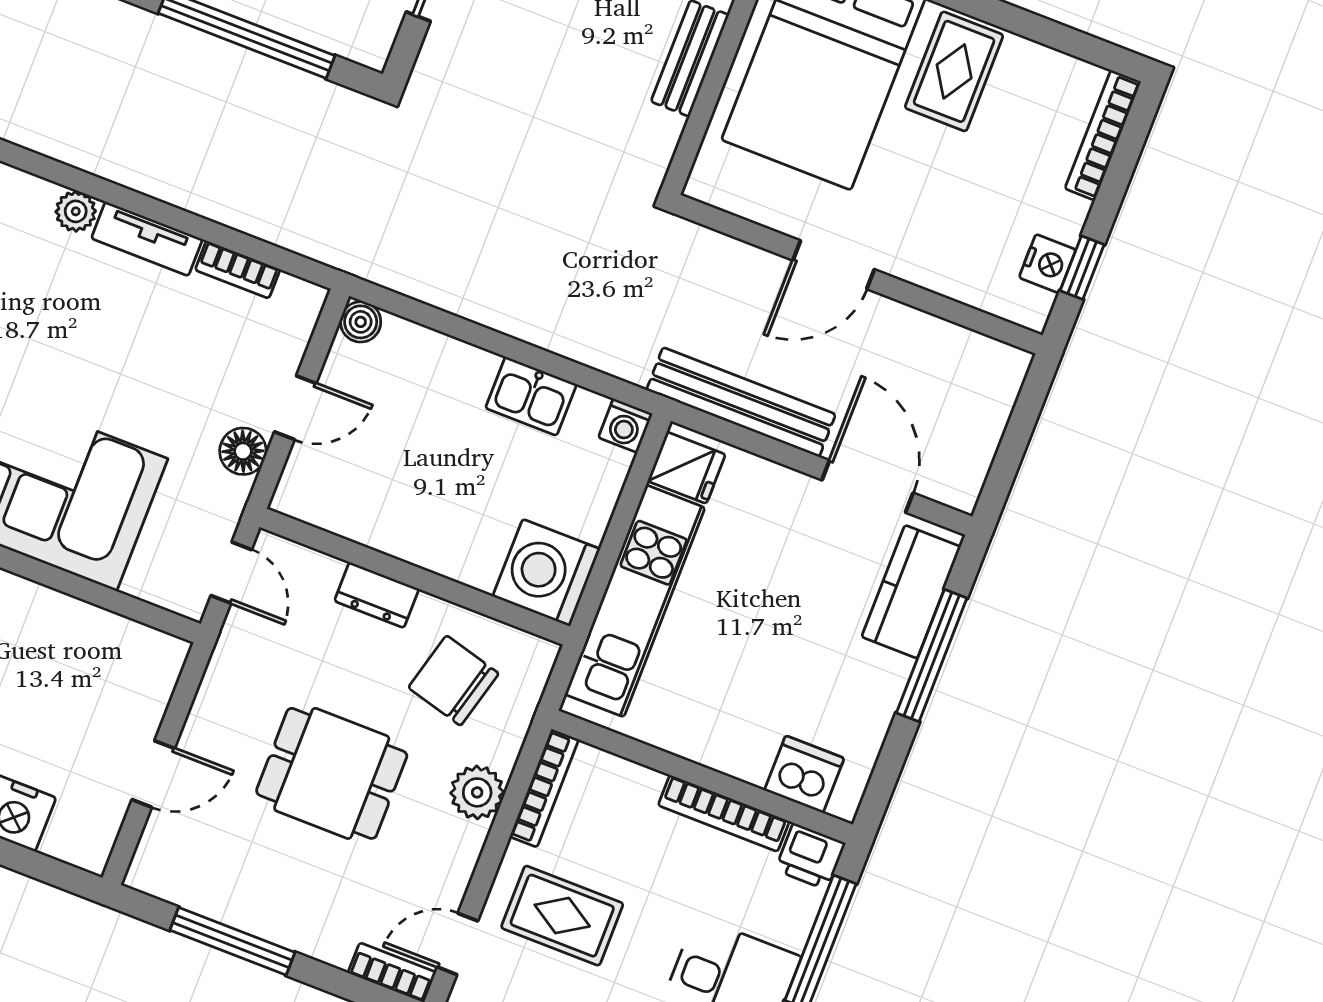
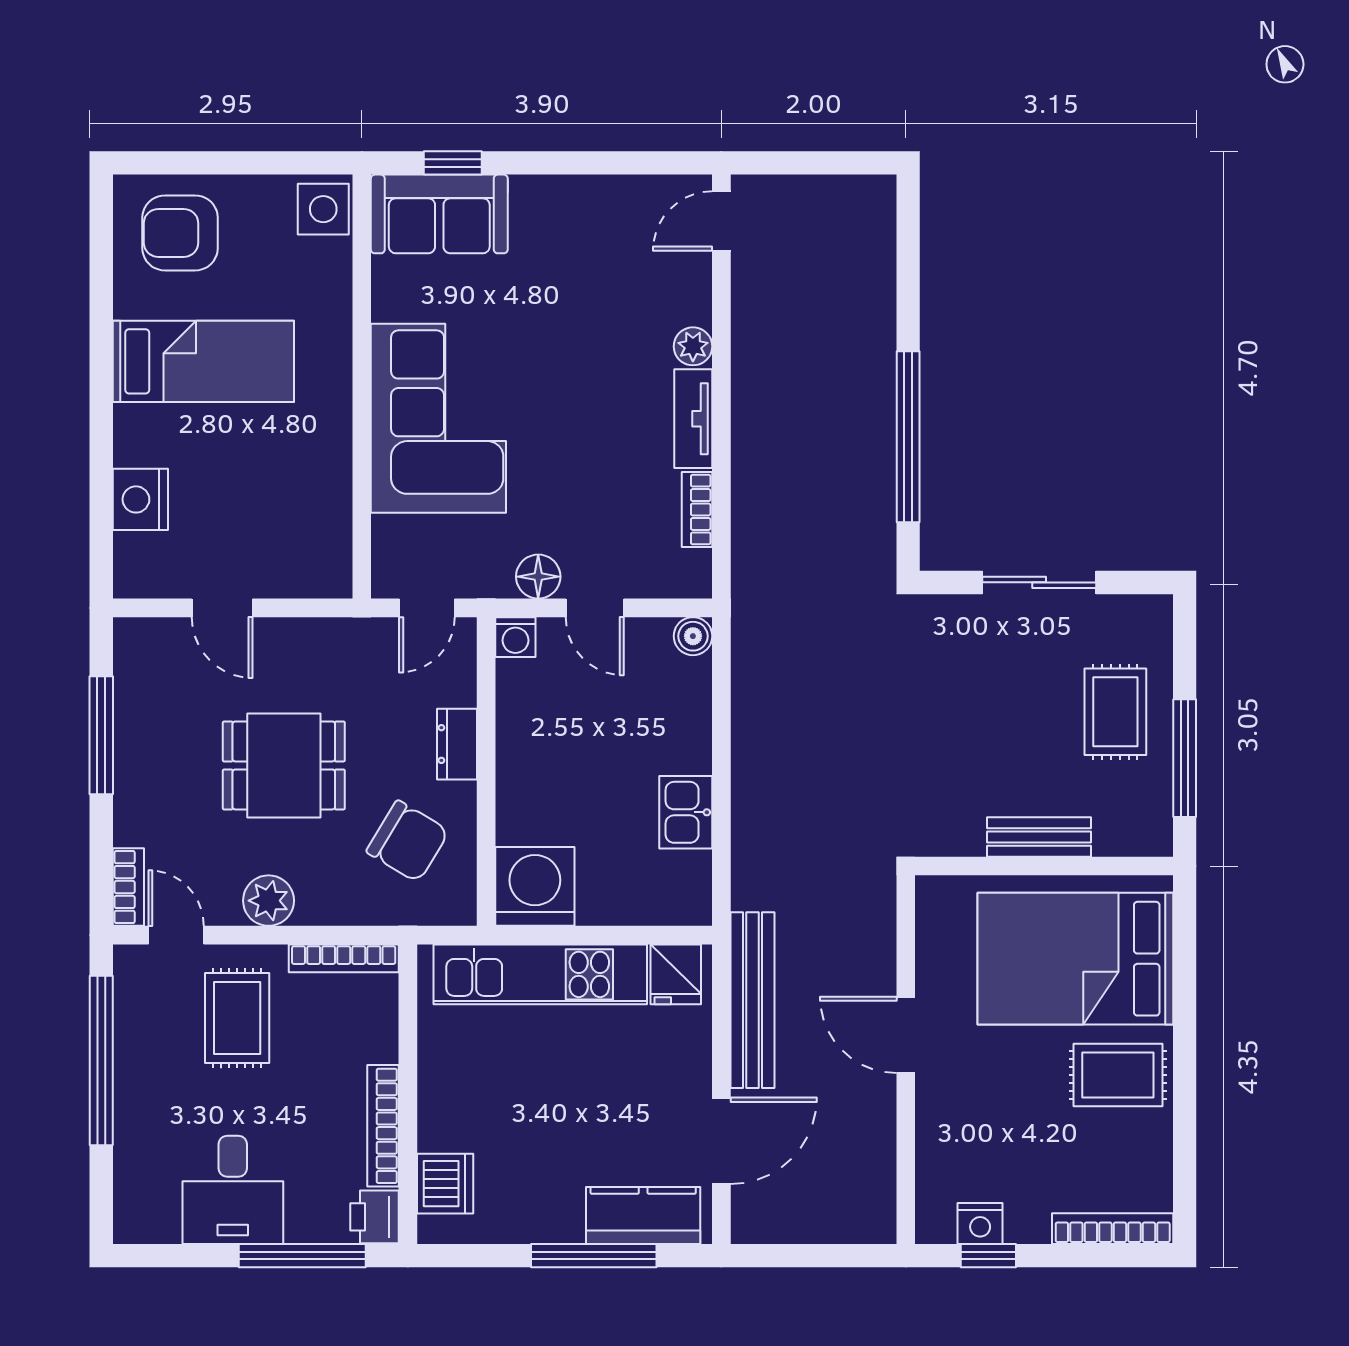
washing machine: (625, 426) -> (515, 637), moved, turned -90
chair: (454, 680) -> (408, 841), turned 106
dining table: (332, 773) -> (284, 765), turned 90
plant: (477, 792) -> (269, 901), moved

